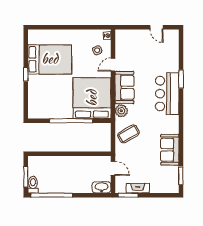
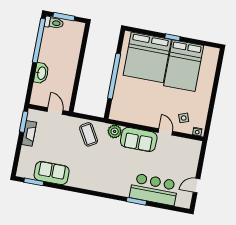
bar counter: (167, 94) -> (154, 189), moved
bed: (92, 98) -> (147, 57), moved, turned 90
sofa: (170, 150) -> (52, 173), moved
door: (113, 168) -> (55, 111), swing flipped
washbasin: (101, 187) -> (41, 73), moved

